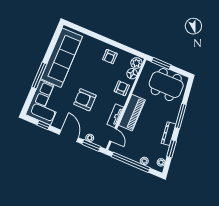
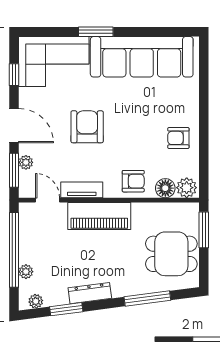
window: (39, 75) -> (96, 32), width x0.69
dining table: (166, 85) -> (171, 254), width x0.73
window: (181, 116) -> (147, 299), moved
door: (113, 135) -> (48, 200), swing flipped
door: (69, 136) -> (14, 126), hinge flipped

